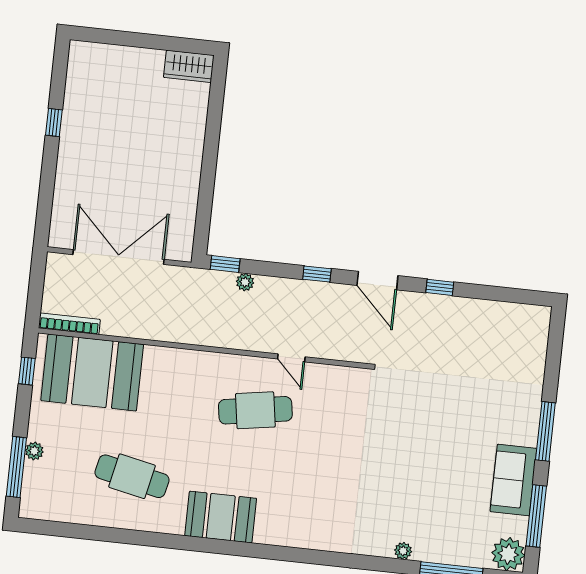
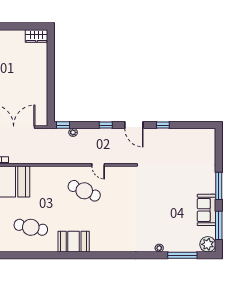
cafe table: (255, 410) -> (84, 191), turned 33

